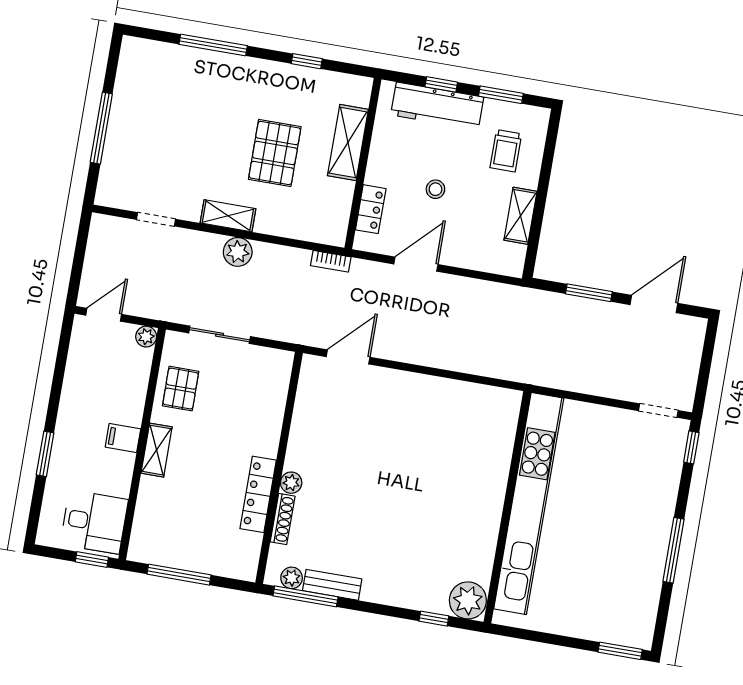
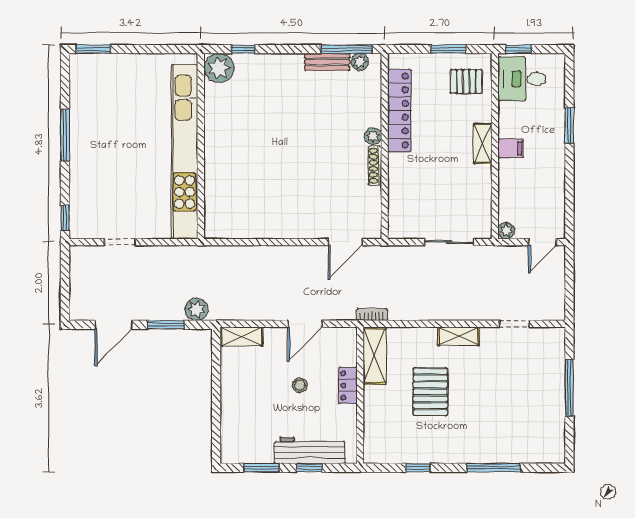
shelving: (348, 142) -> (375, 356), moved
trolley: (506, 151) -> (250, 425), removed
locker: (371, 209) -> (348, 385), moved
shelving: (521, 216) -> (242, 336), moved, turned 90
plant: (238, 252) -> (196, 309), moved
pallet: (181, 389) -> (466, 81), moved, turned 90
doorway: (658, 411) -> (120, 242), moved
locker: (258, 494) -> (399, 110), width x1.41, depth x1.21
shoe rack: (283, 519) -> (375, 166), moved
window: (179, 575) -> (448, 49), width x0.69

